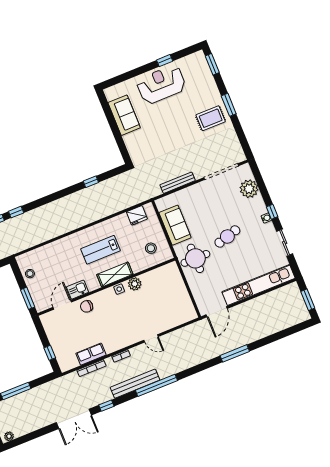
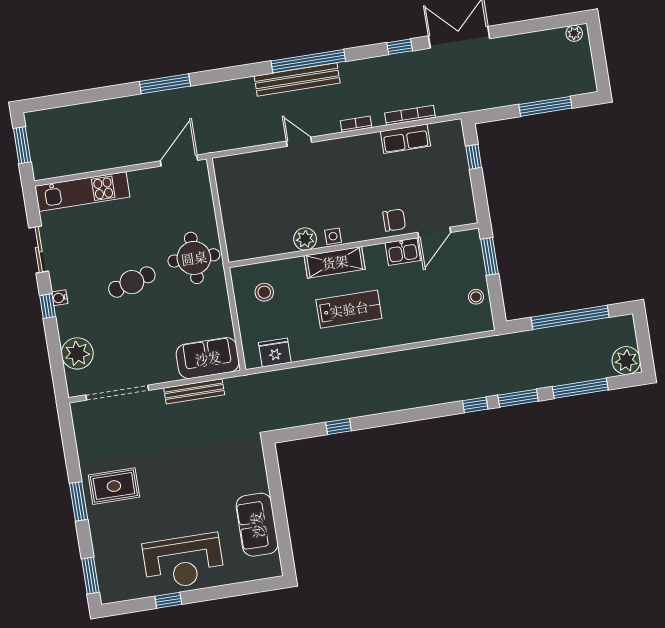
sofa: (175, 225) -> (208, 358), moved, turned 90
kitchen unit: (258, 285) -> (82, 192), width x0.73
bench: (135, 384) -> (297, 80), moved

